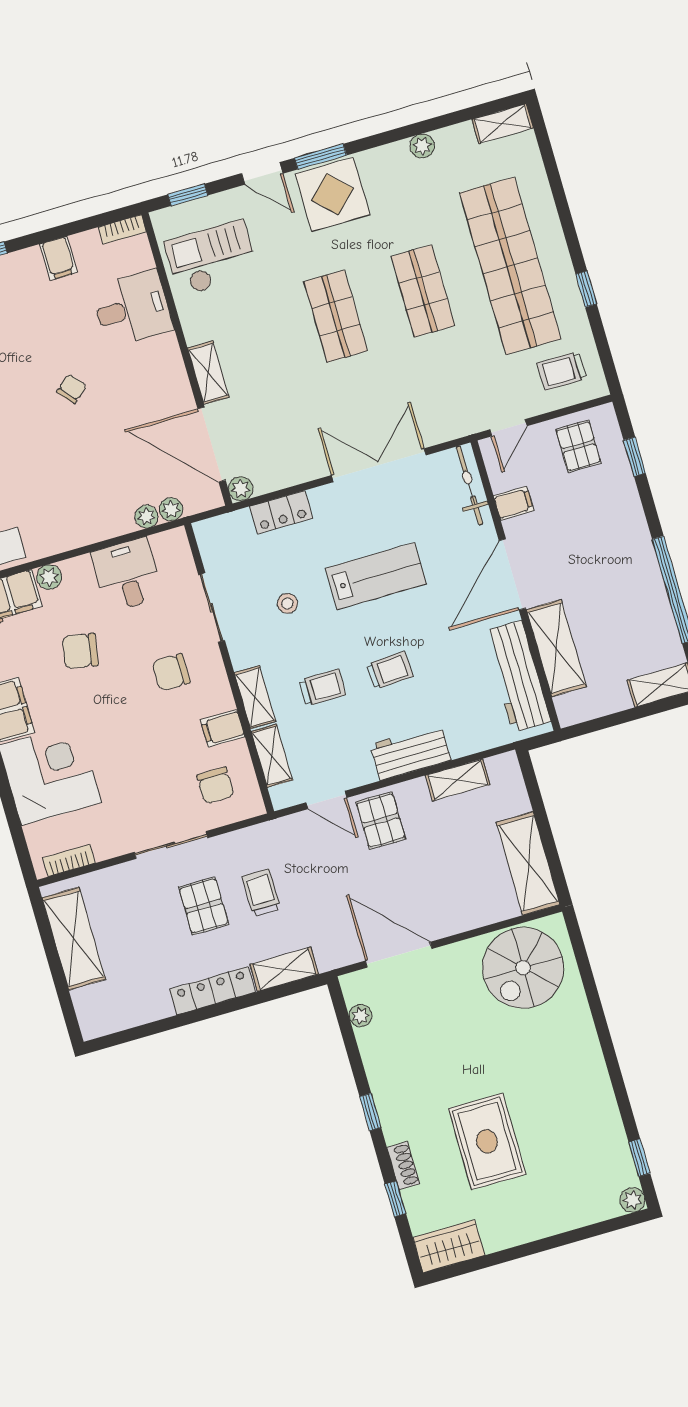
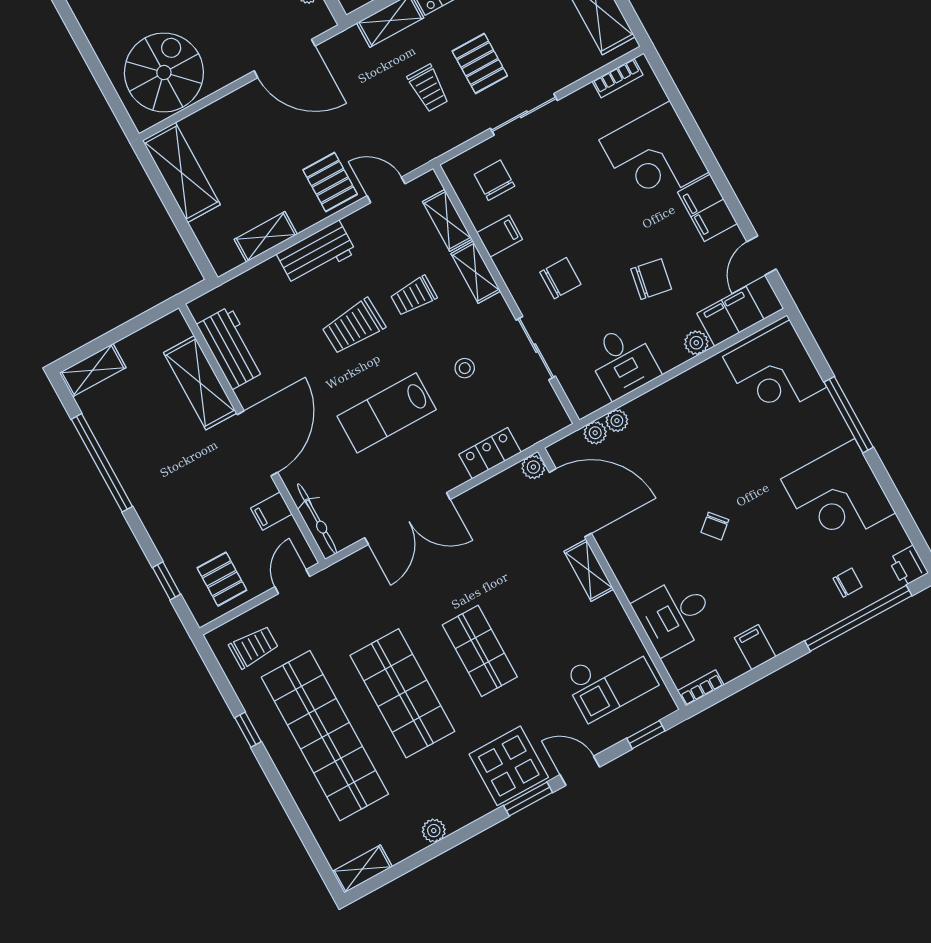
shop shelf: (423, 291) -> (402, 693), width x1.43, depth x1.36
trolley: (390, 670) -> (353, 326), width x1.36, depth x1.39
workbench: (517, 676) -> (231, 348), width x0.73

